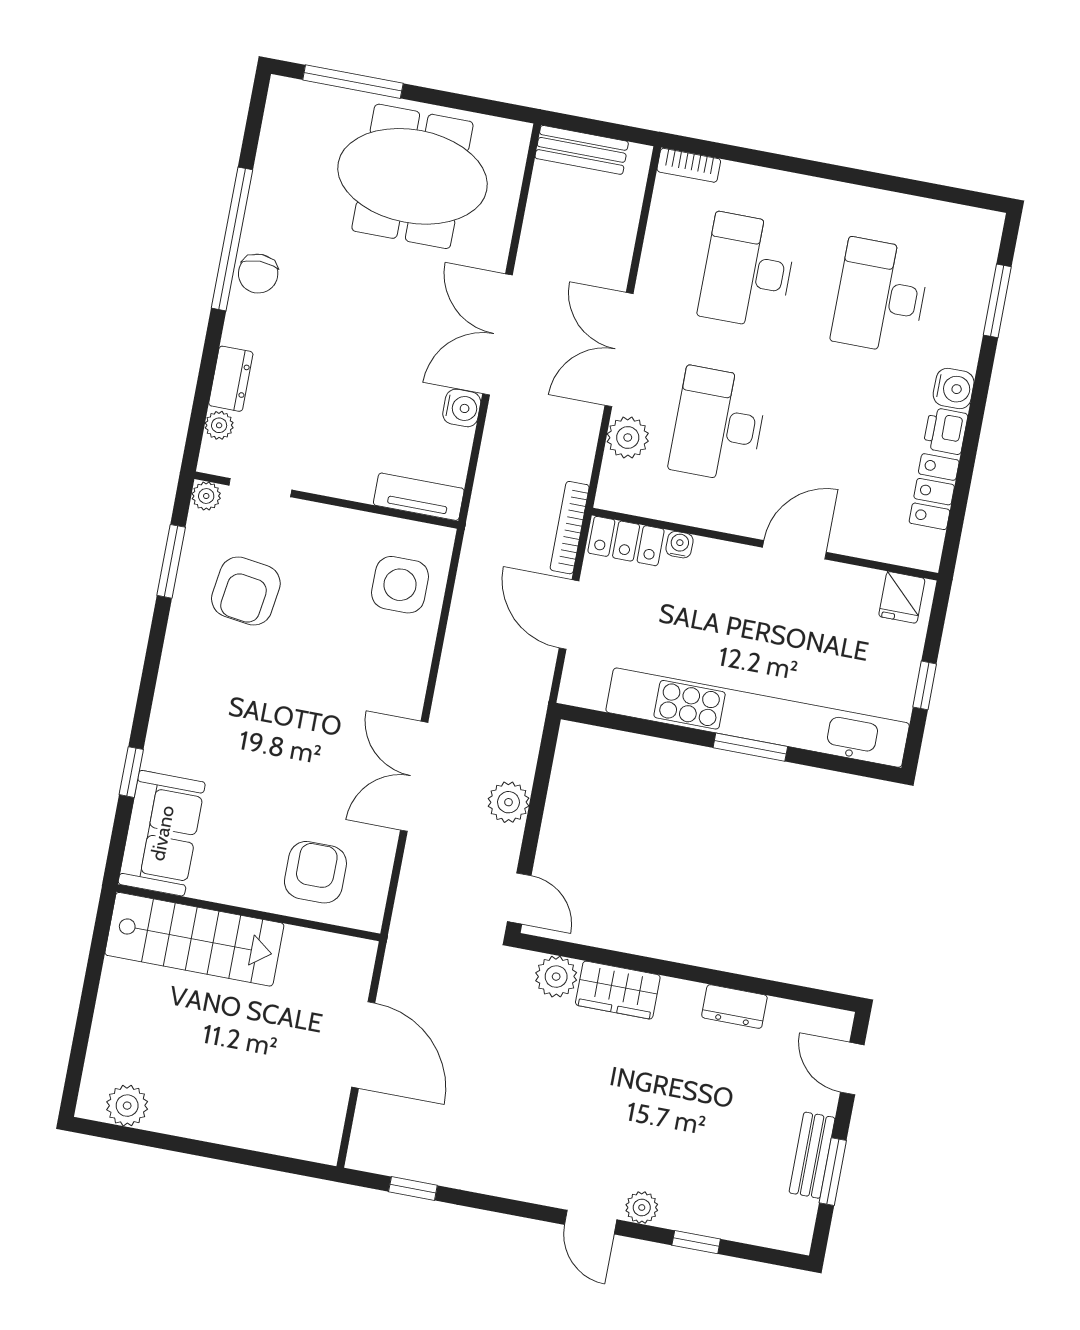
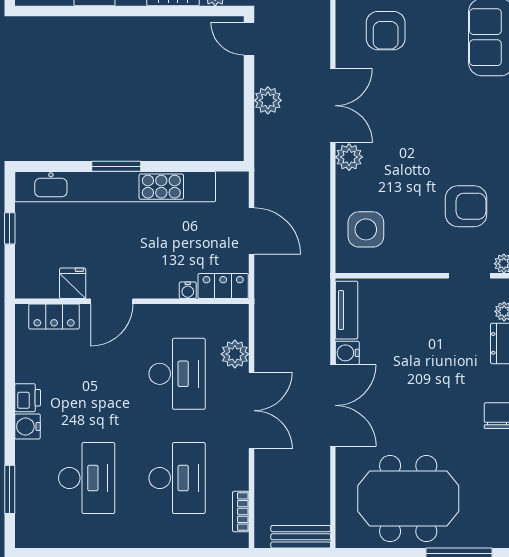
bookcase: (689, 165) -> (241, 512), moved, turned -90
locker: (934, 492) -> (54, 316), moved, turned 90
tv unit: (419, 497) -> (347, 310), moved, turned -90
bookcase: (570, 528) -> (262, 288), removed
armchair: (246, 591) -> (466, 206), turned 82
fridge: (902, 597) -> (73, 283), moved
plant: (405, 696) -> (349, 157), added

